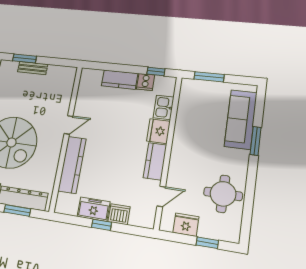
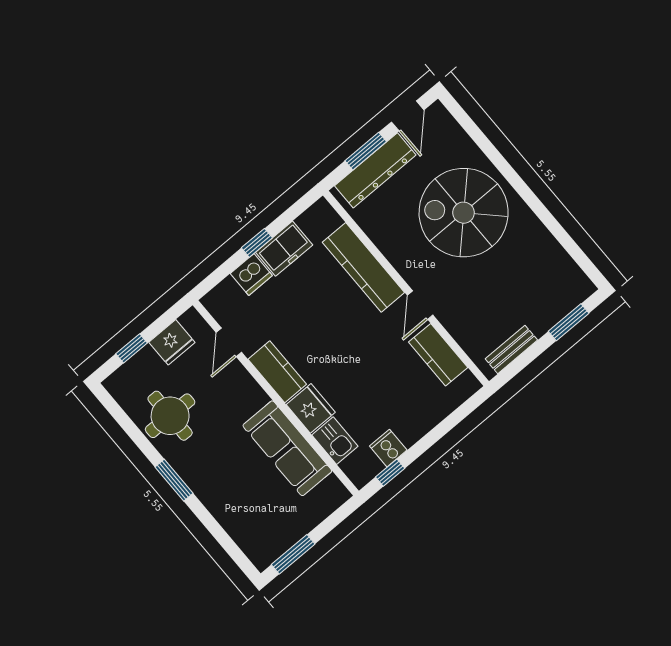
bench: (33, 68) -> (511, 349), moved
window: (209, 77) -> (293, 554), moved
kitchen counter: (120, 80) -> (438, 355), moved, turned -90
sofa: (241, 119) -> (287, 448), moved, turned 180
window: (256, 141) -> (174, 480), moved

